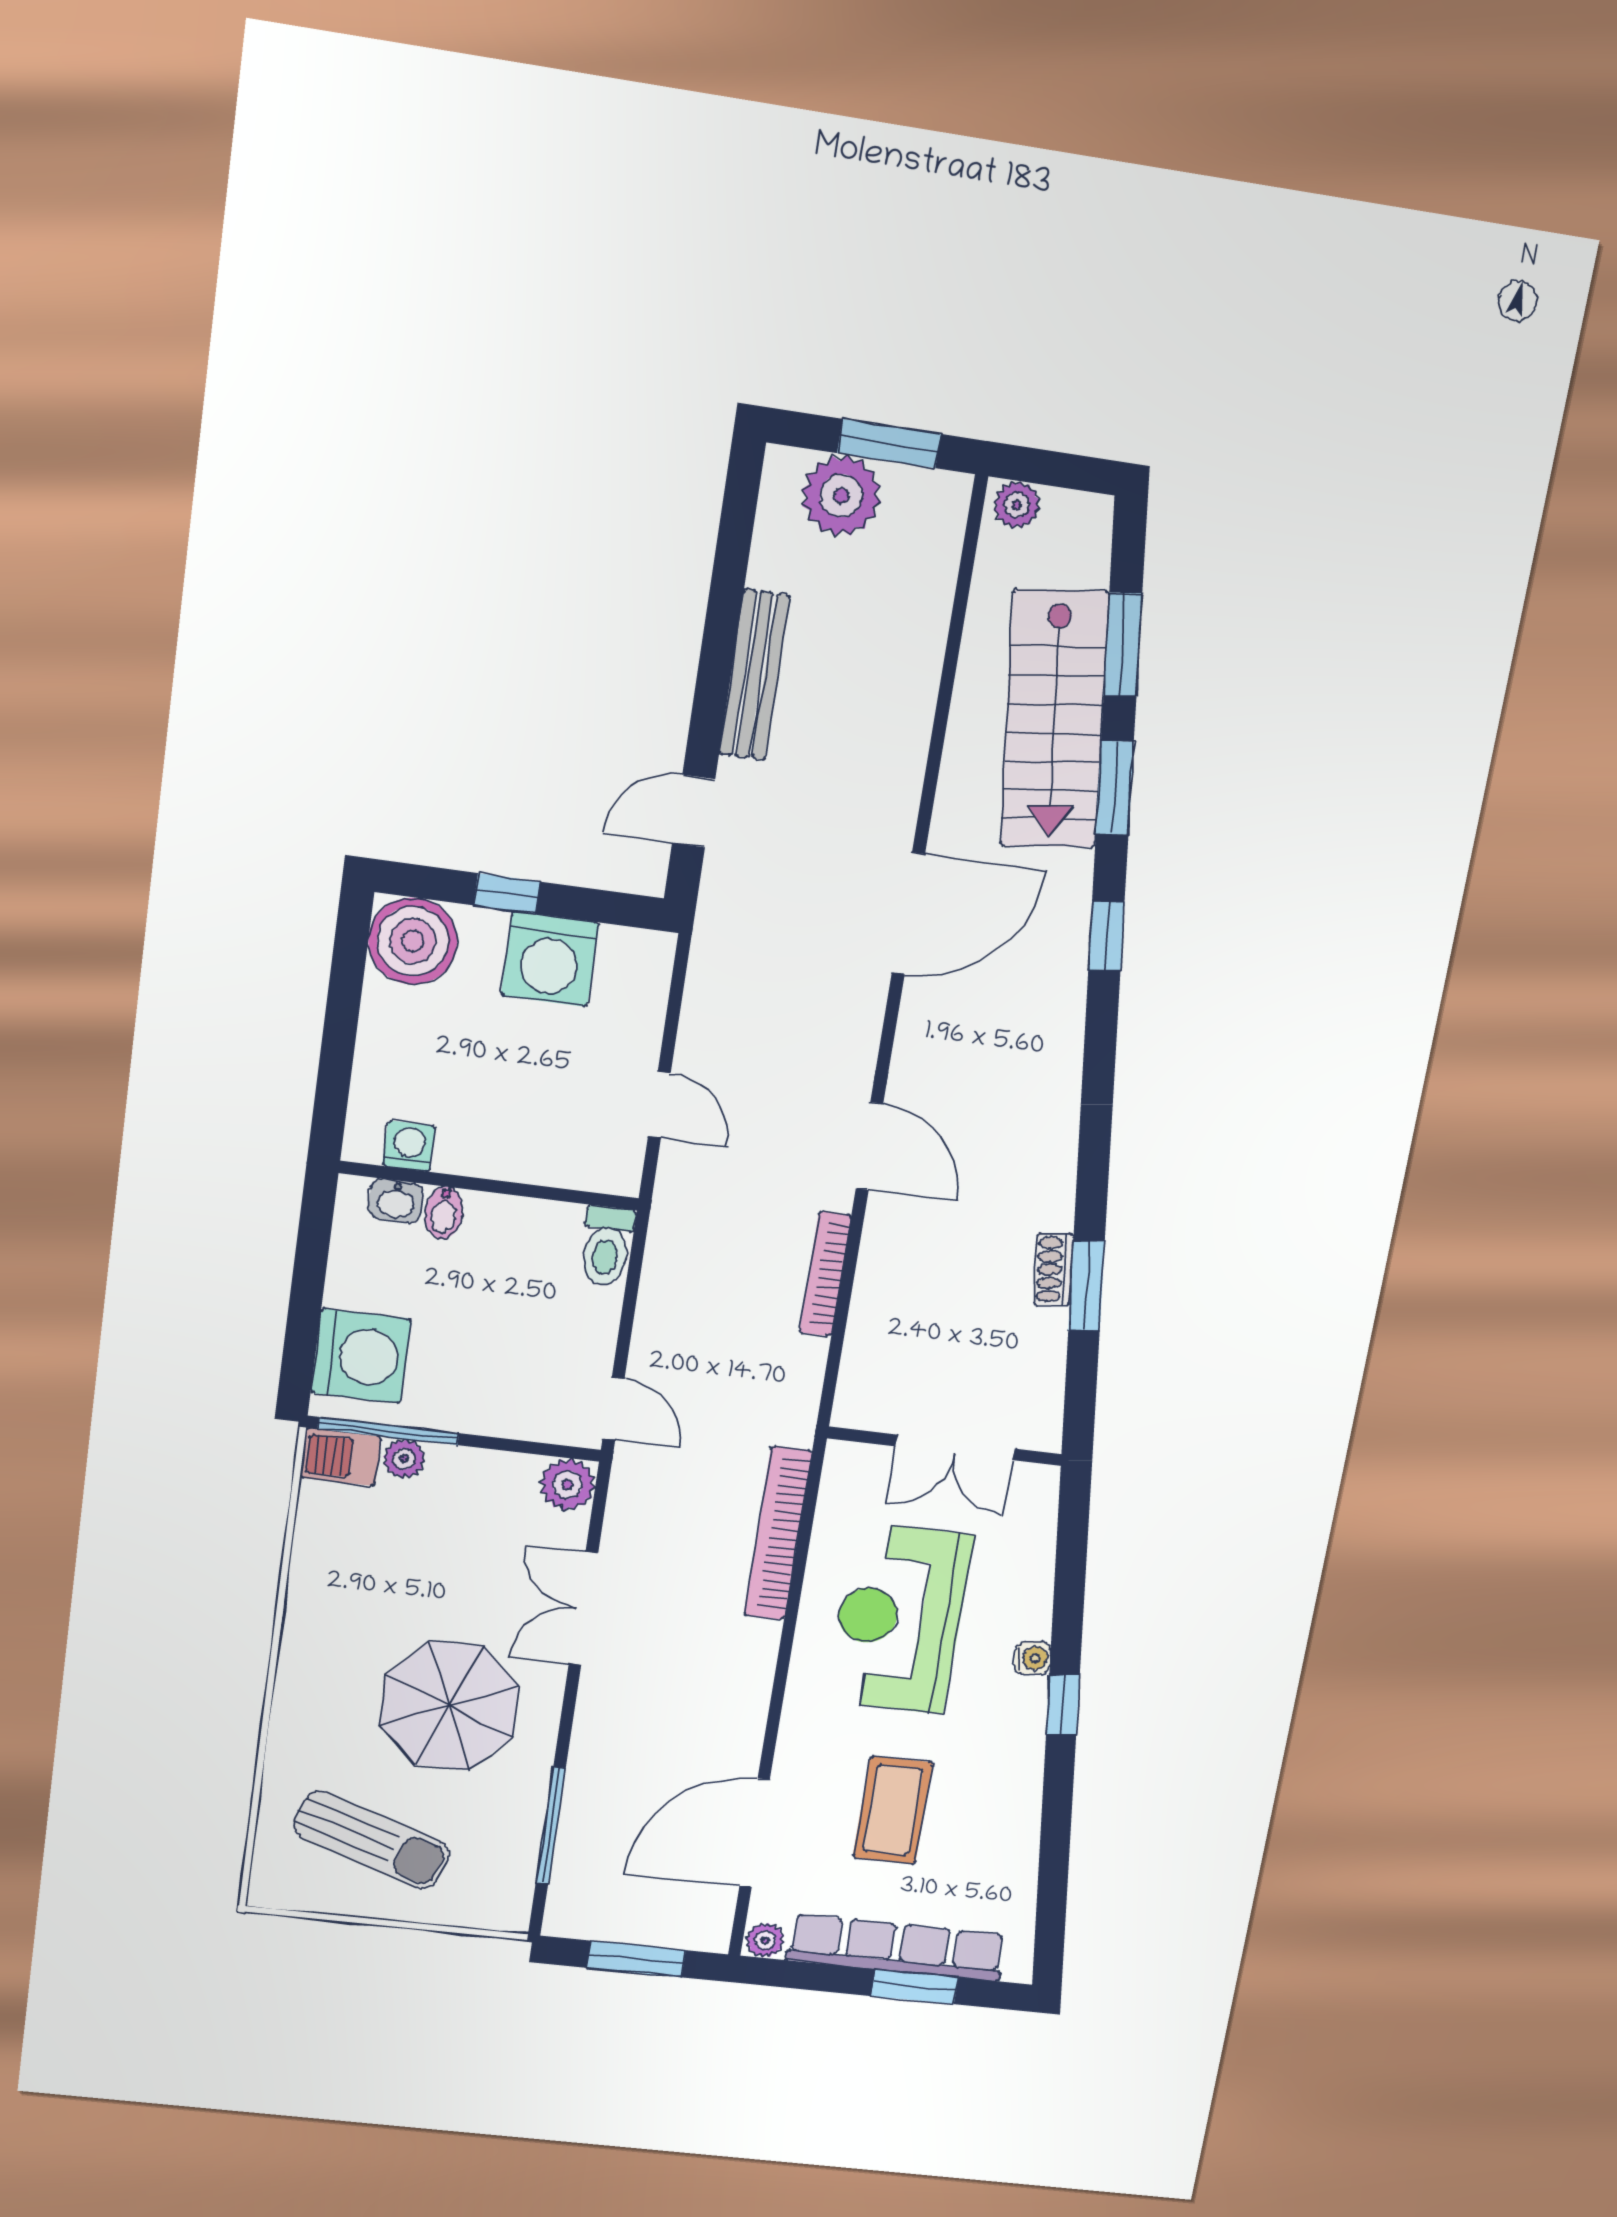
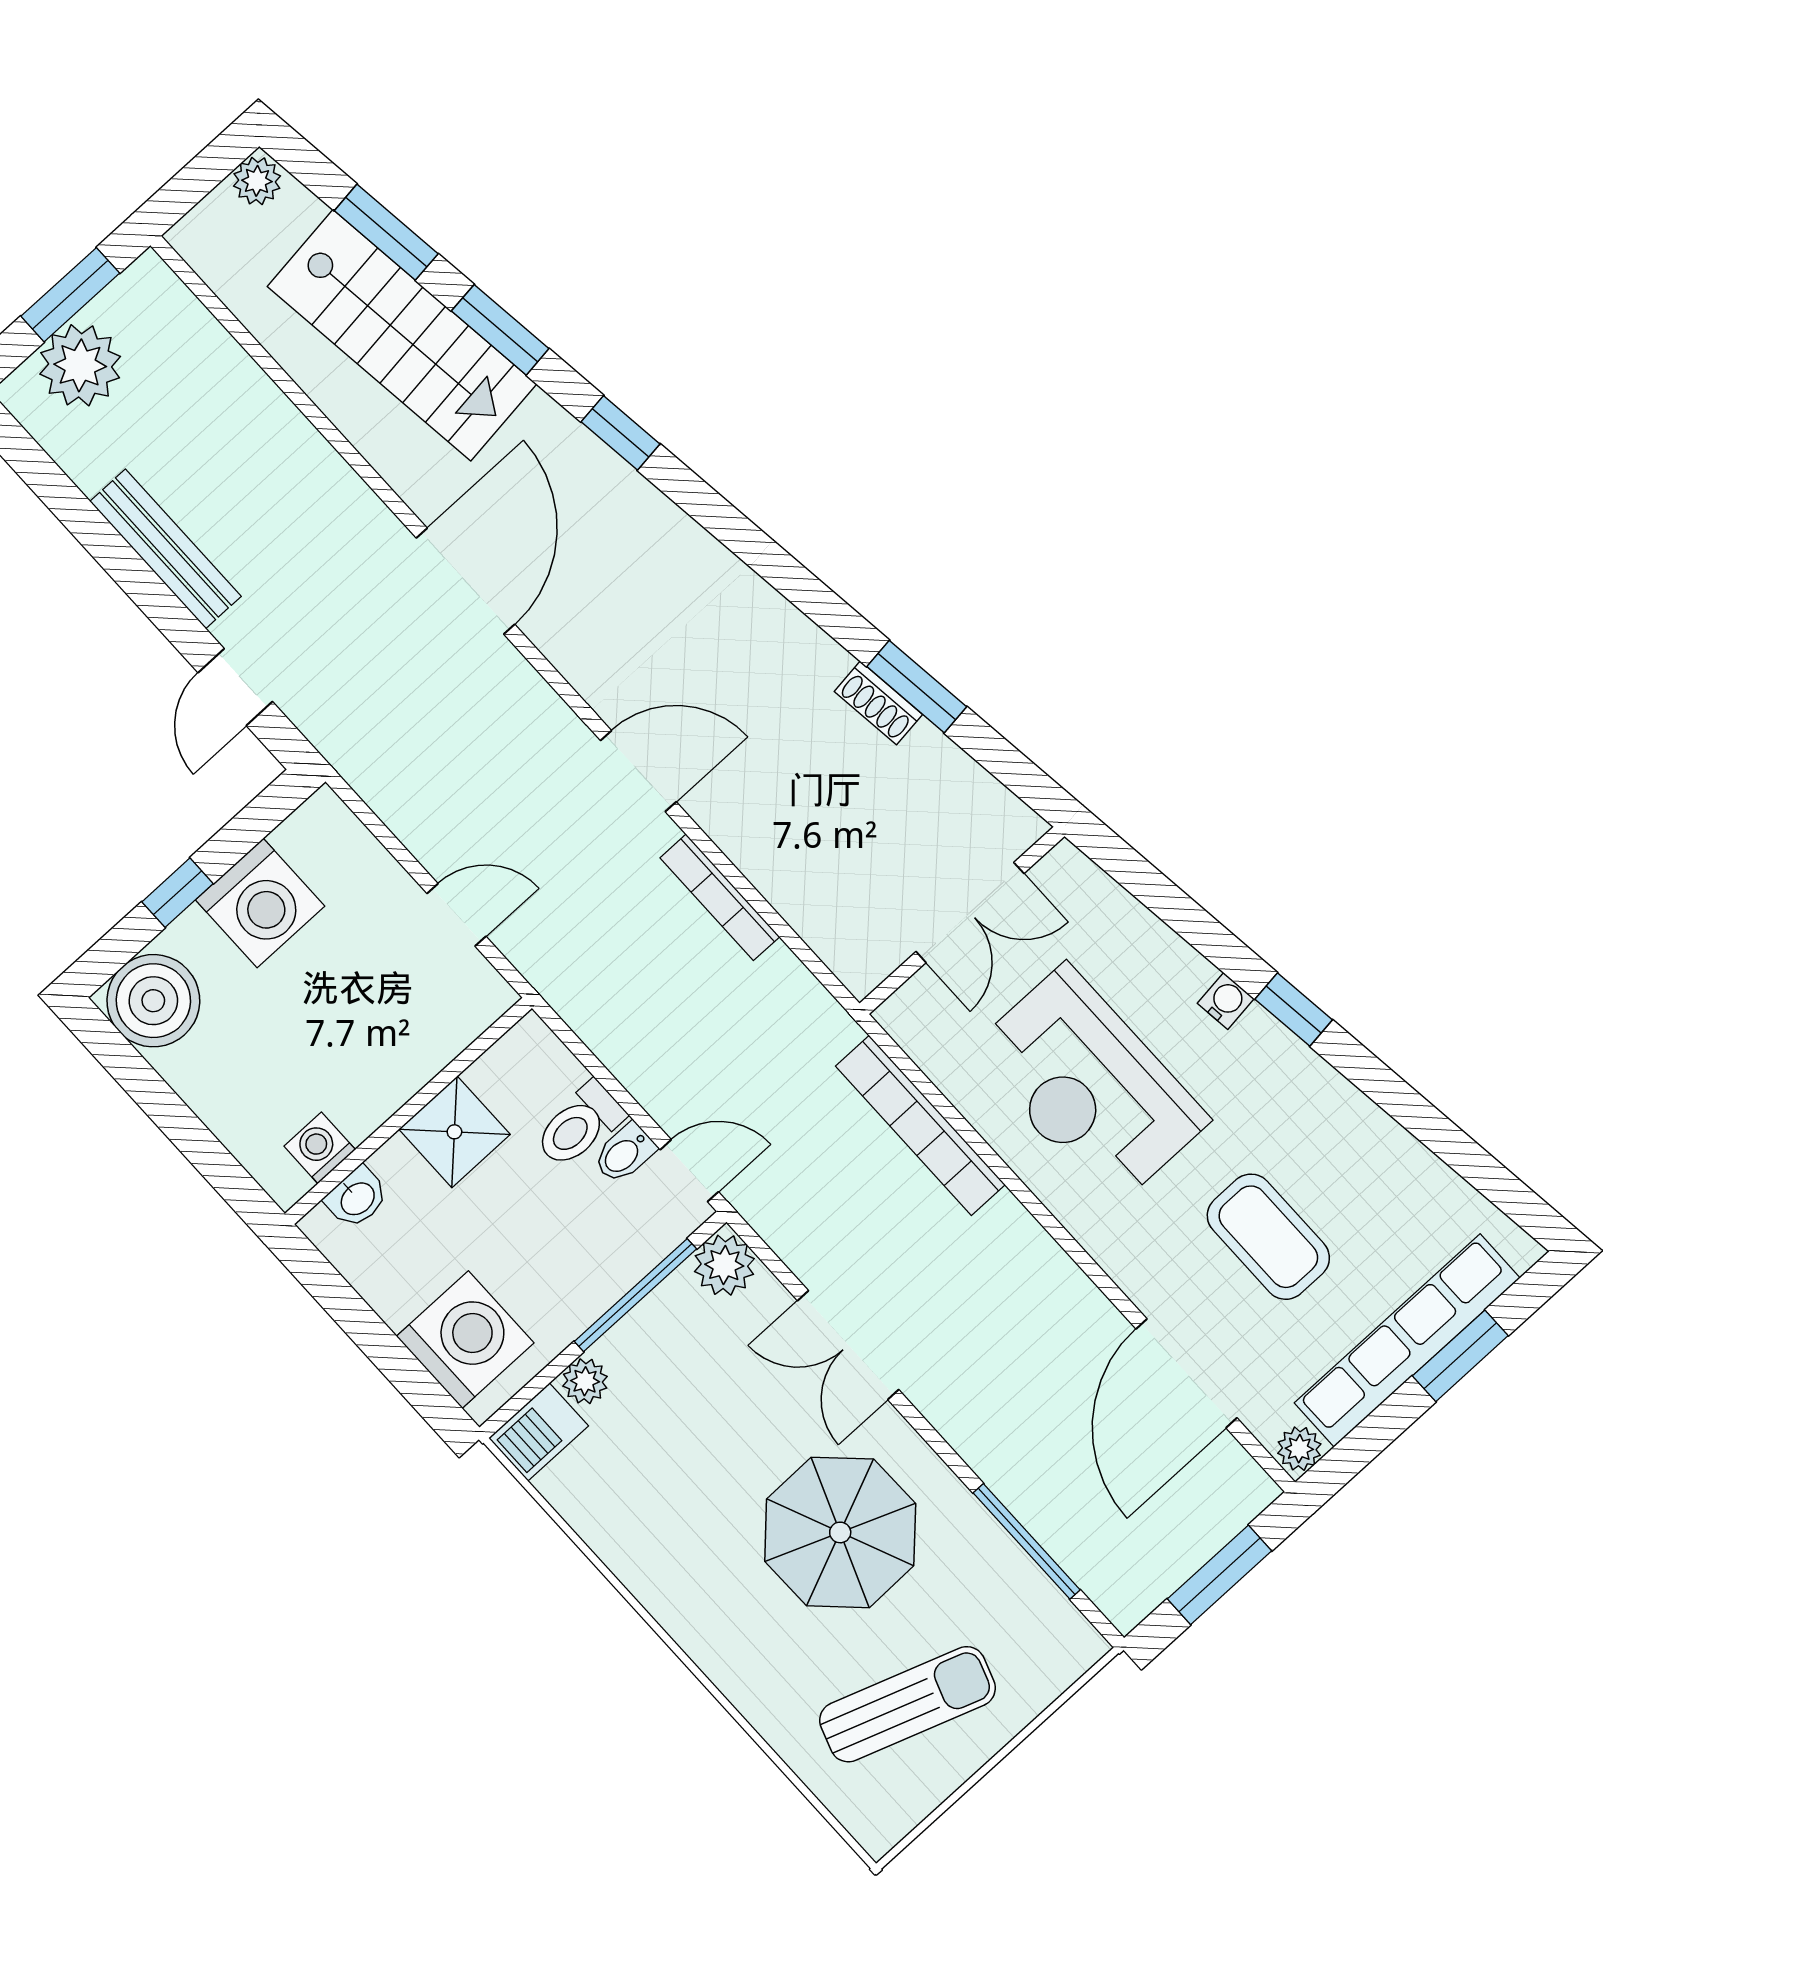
plant: (1017, 505) -> (257, 181), moved
bidet: (444, 1213) -> (625, 1153), moved, turned 90
shower: (502, 1229) -> (454, 1132), added
toilet: (607, 1246) -> (579, 1125), moved, turned 90
window: (388, 1431) -> (635, 1295), moved

